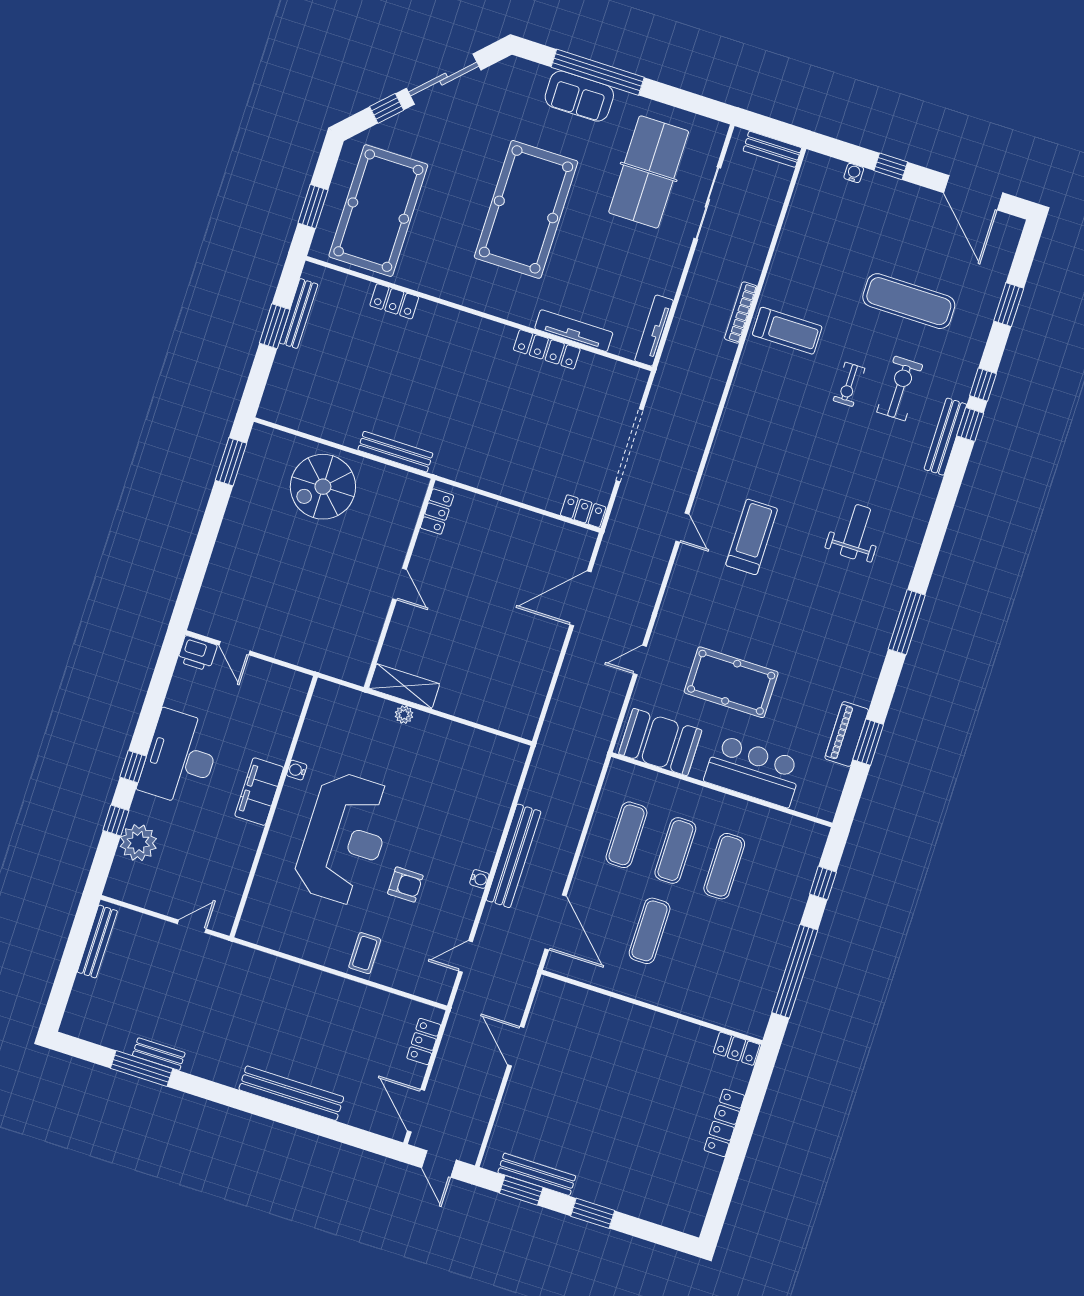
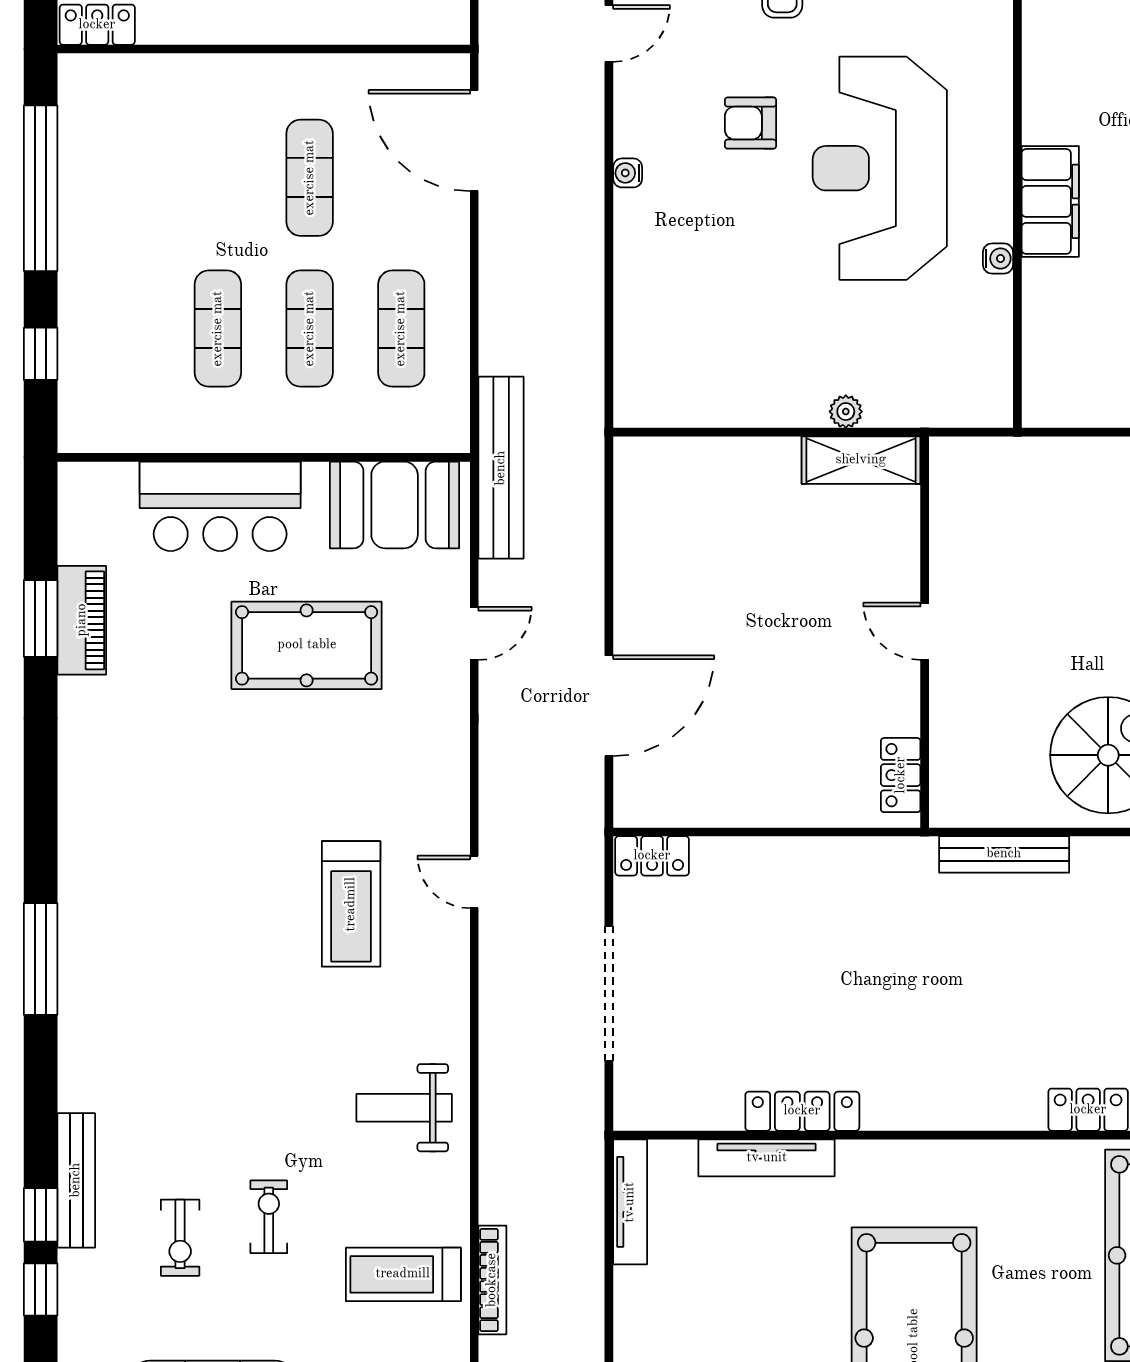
exercise bike: (900, 388) -> (180, 1238), width x0.73, depth x0.72
weight bench: (855, 532) -> (404, 1108), moved, turned 90
window: (907, 622) -> (41, 959), moved
bench: (514, 856) -> (501, 468), moved

